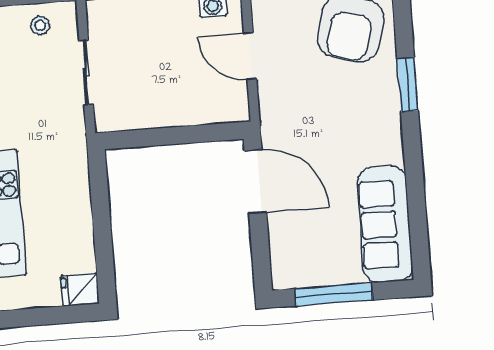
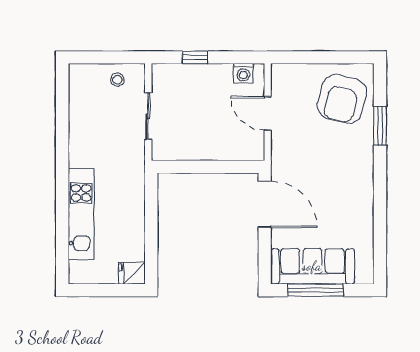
window: (408, 85) -> (380, 126), moved
sofa: (385, 224) -> (312, 266), moved, turned 90

